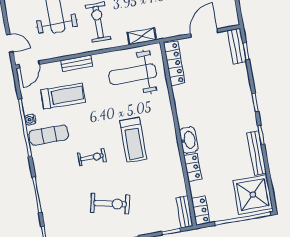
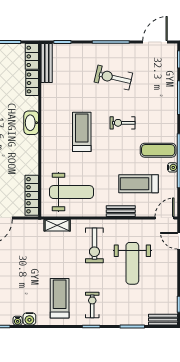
locker: (193, 167) -> (32, 83), moved
bench: (185, 212) -> (47, 63), width x1.36

